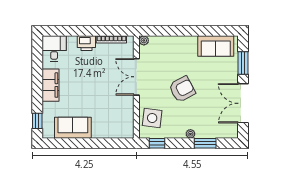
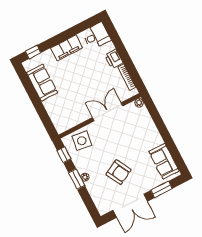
armchair: (182, 89) -> (119, 172), moved
double door: (243, 103) -> (130, 206), swing flipped
window: (205, 143) -> (77, 179), moved

